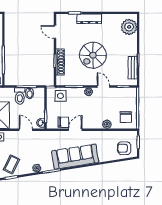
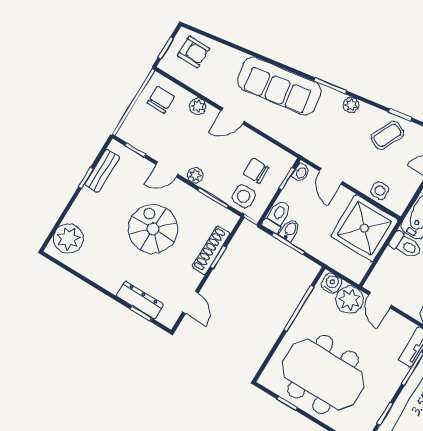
dresser: (89, 19) -> (140, 300), moved
spiral stairs: (93, 55) -> (153, 229), turned -90
door: (103, 87) -> (167, 169), hinge flipped
toilet: (20, 96) -> (277, 216), moved
chair: (63, 122) -> (256, 171), moved
door: (75, 130) -> (233, 116), moved

